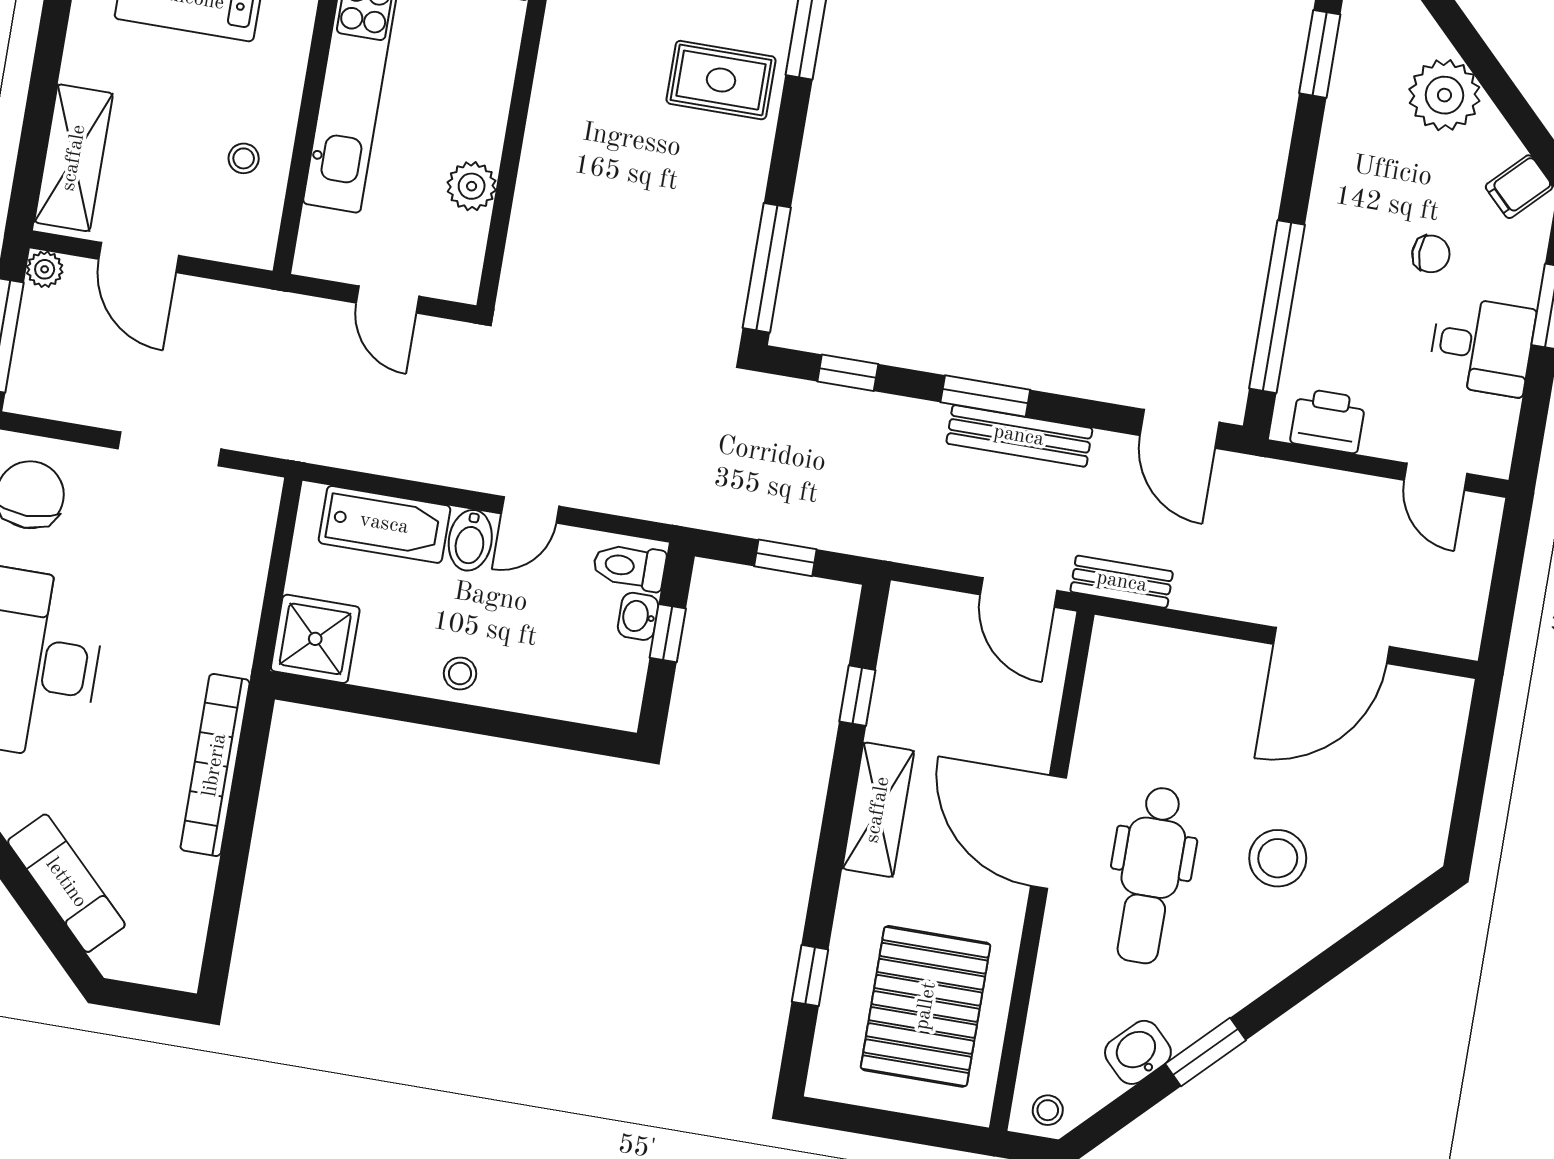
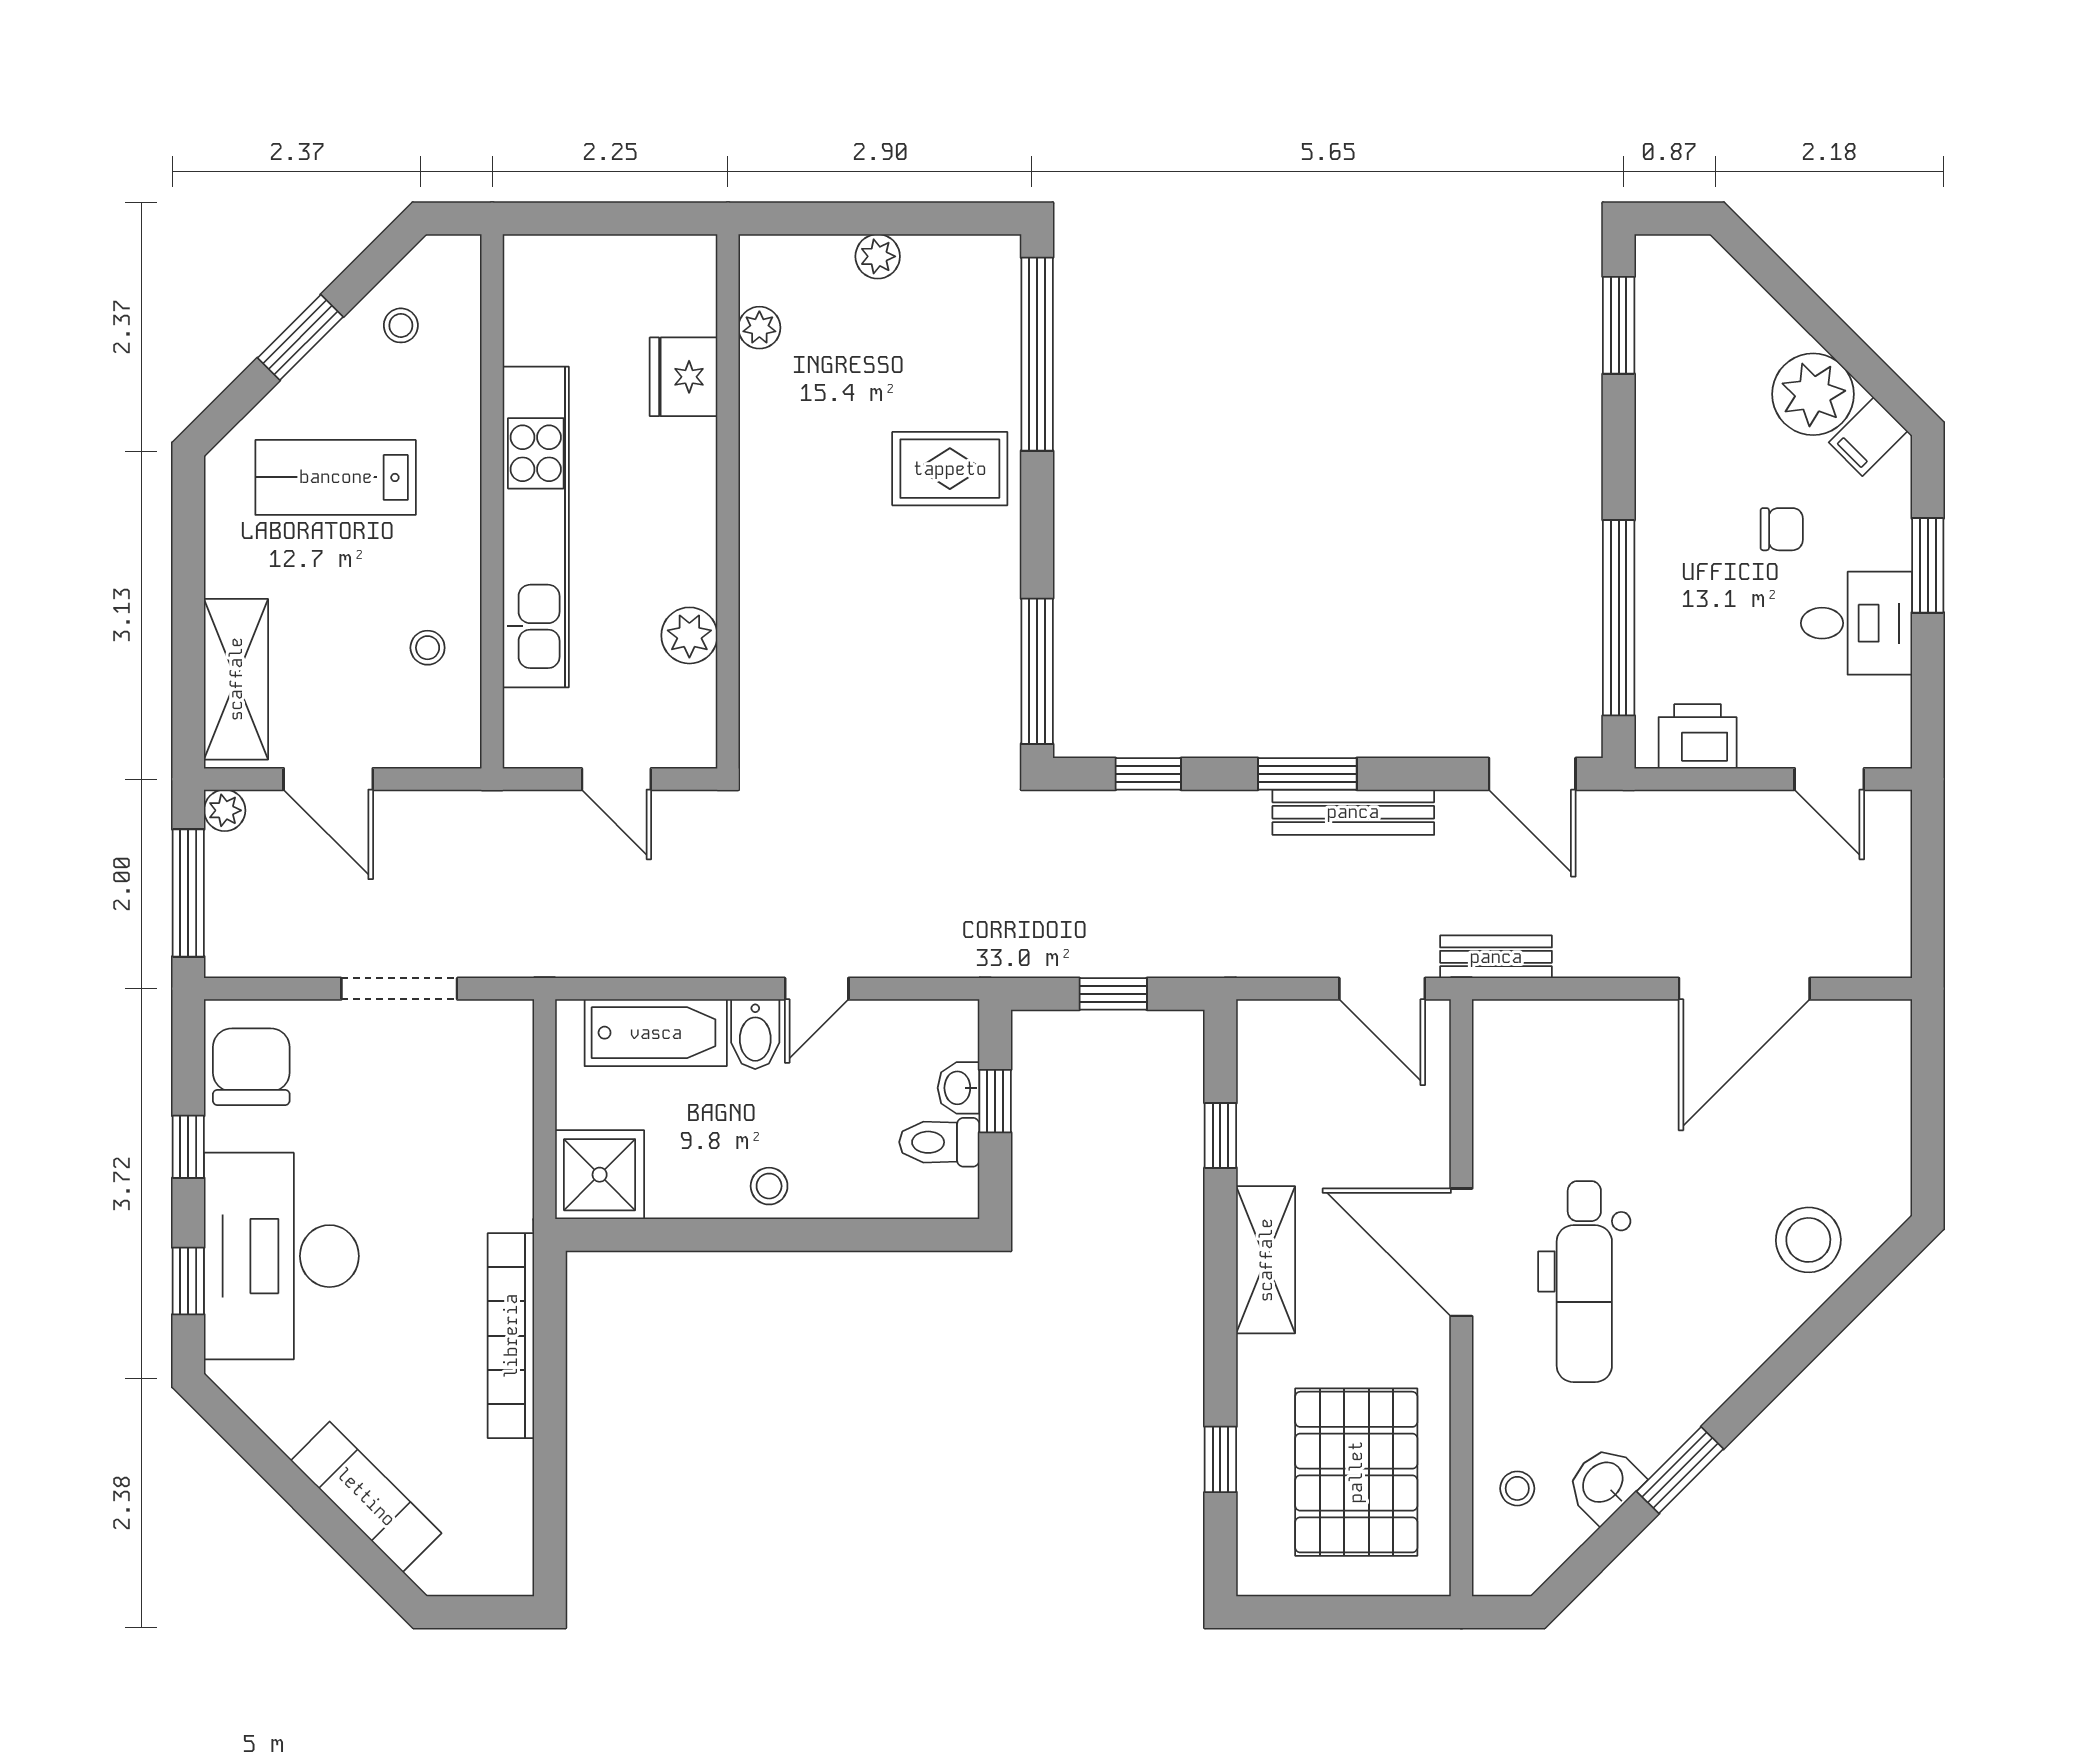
plant: (1444, 95) -> (1813, 394), moved
toilet: (629, 567) -> (939, 1142), moved
stool: (1278, 858) -> (1808, 1240), moved
stool: (1048, 1110) -> (1517, 1488), moved

